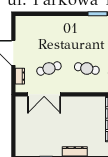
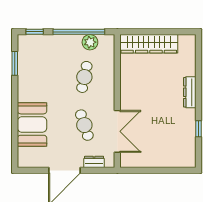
booth: (49, 27) -> (32, 125), added

